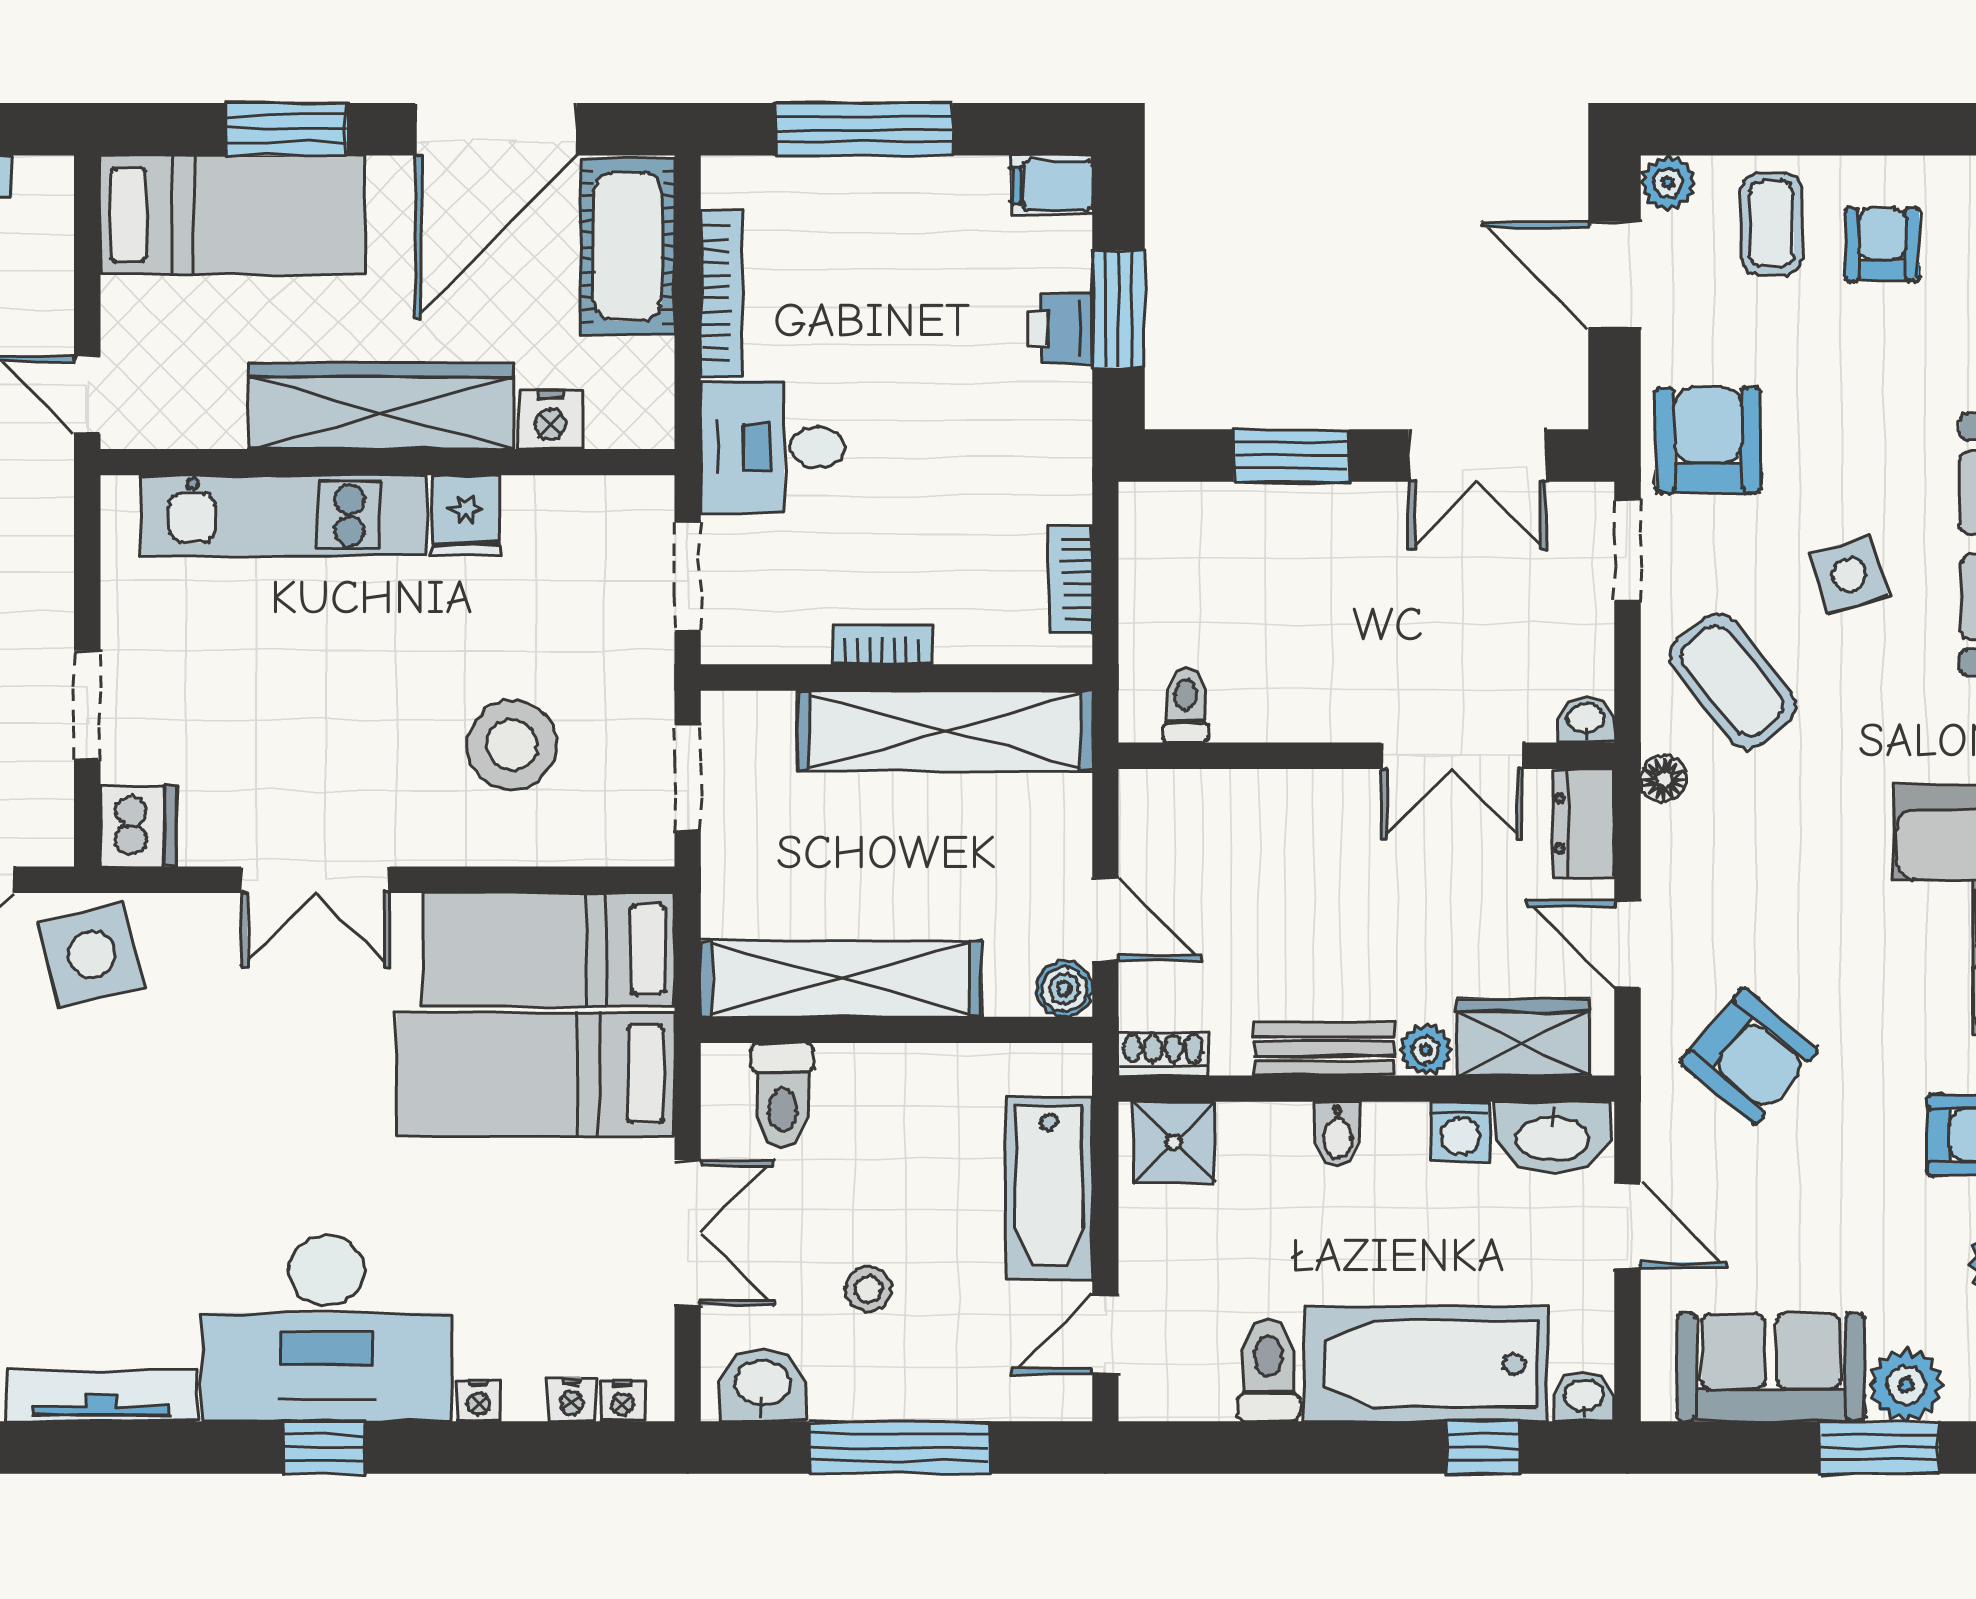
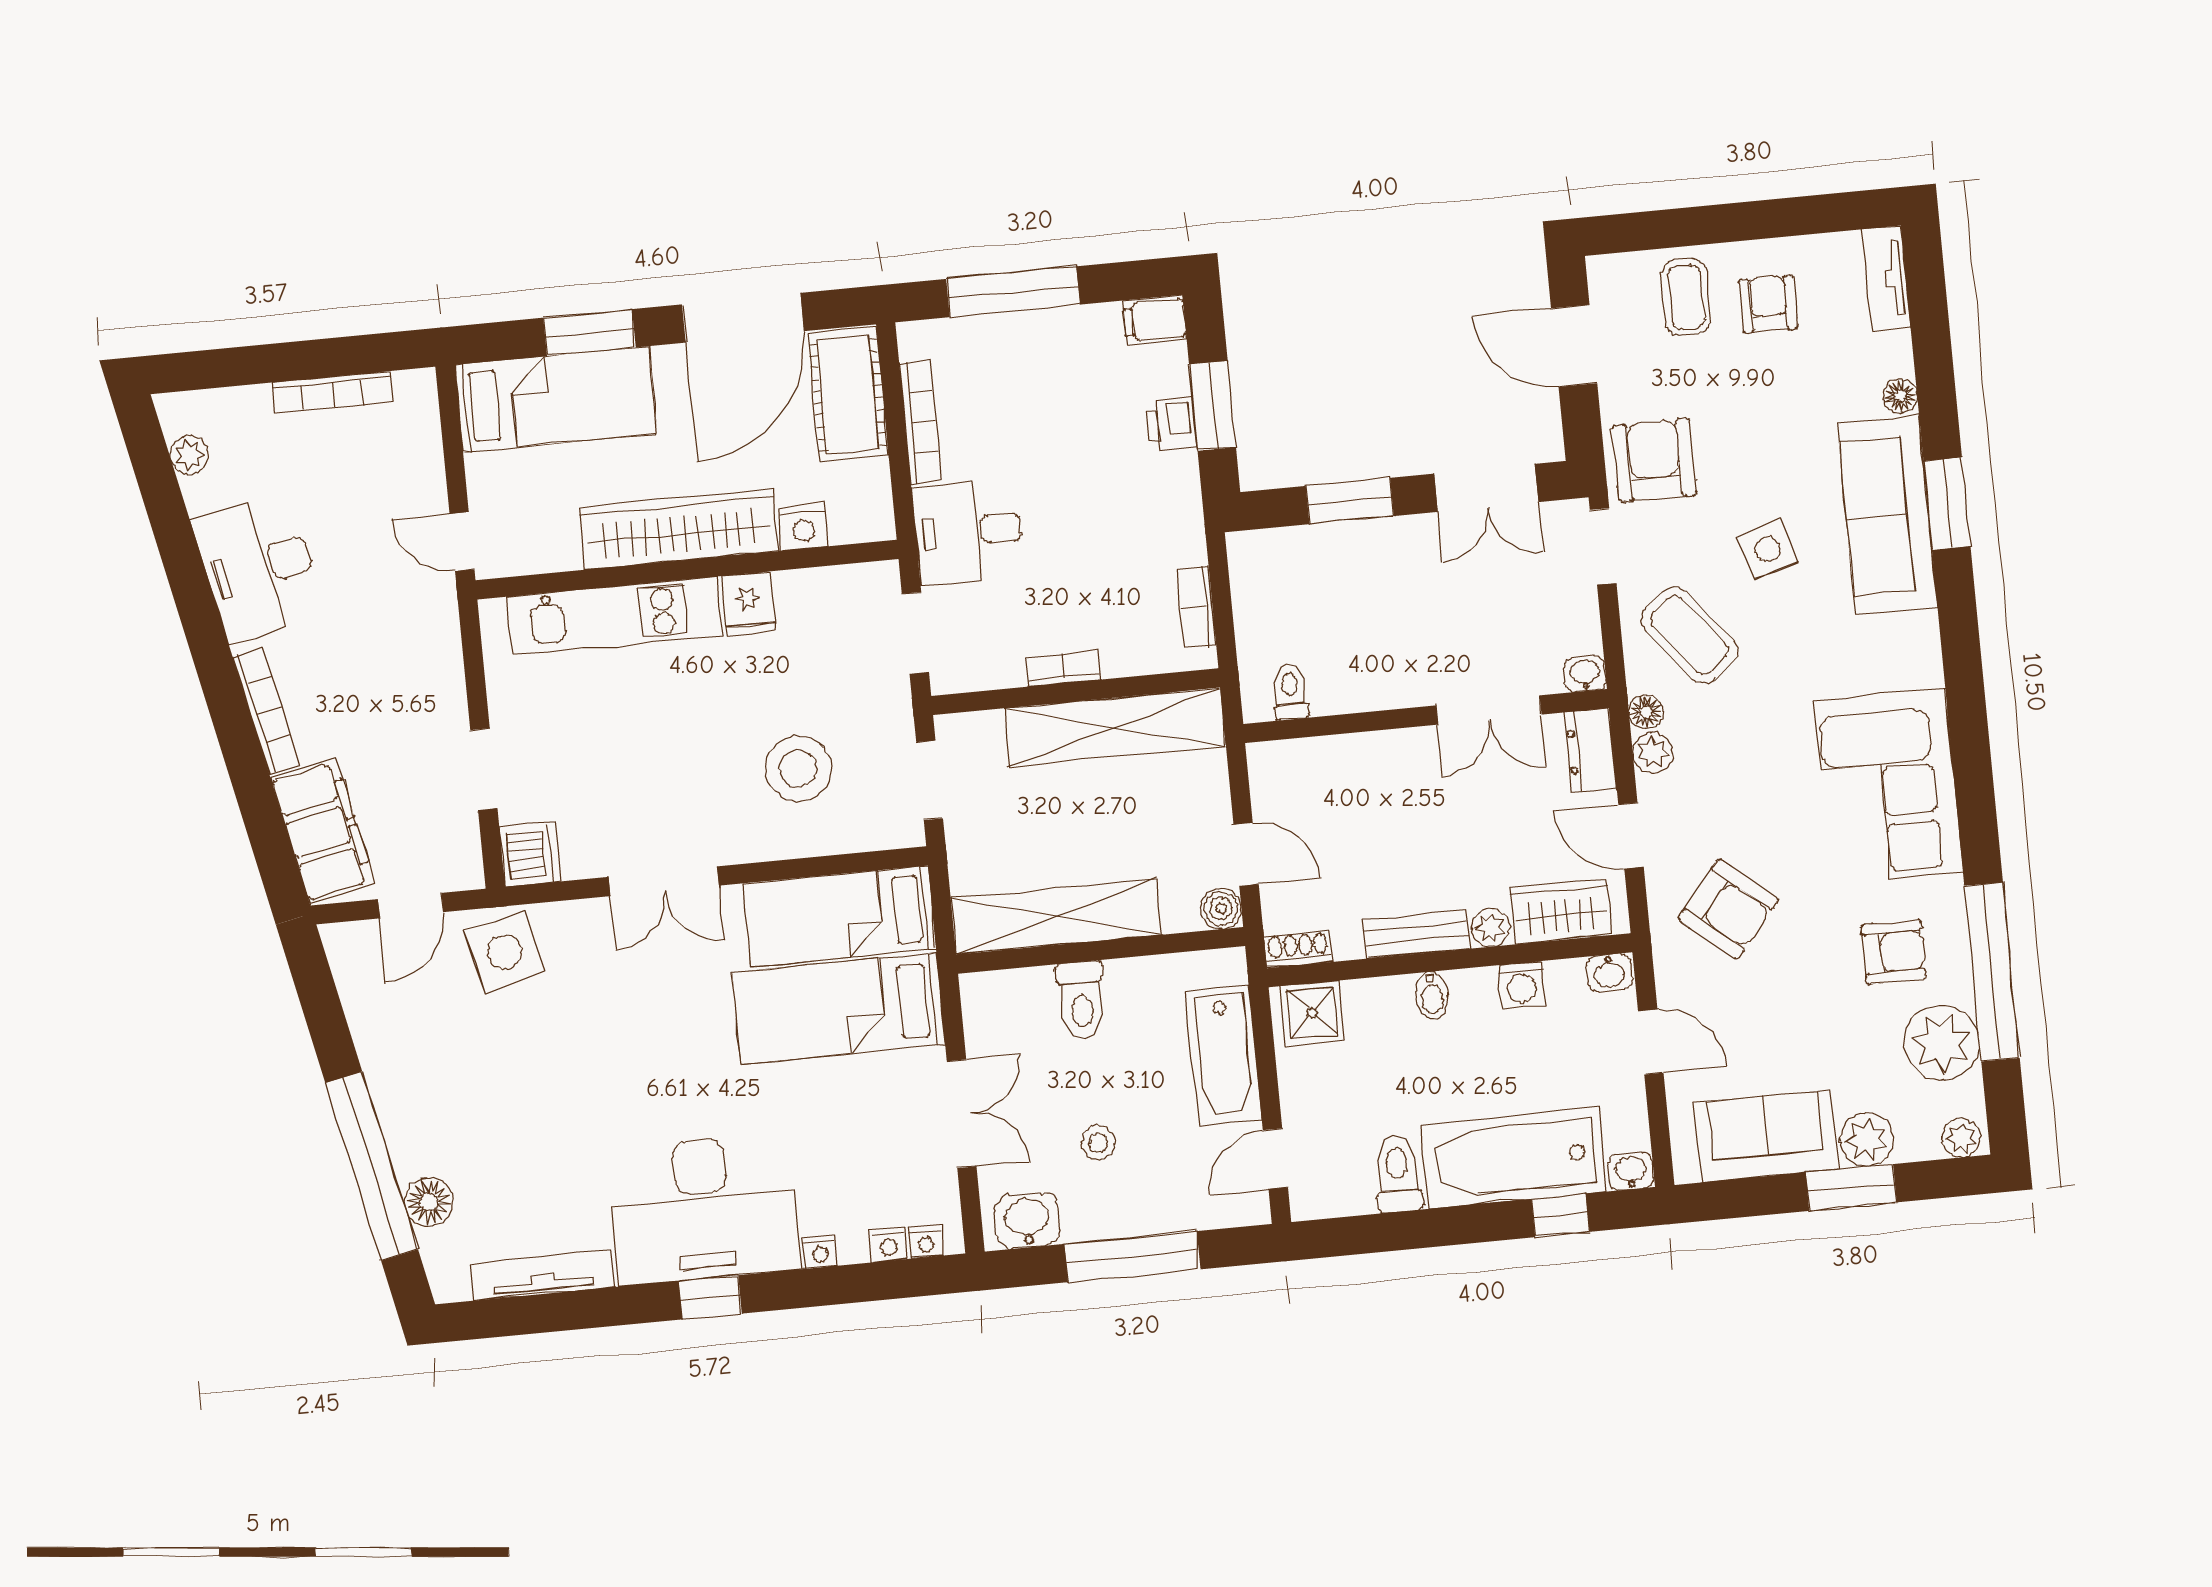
plant: (1668, 183) -> (1653, 753), moved
toilet: (782, 1095) -> (1081, 1000), moved
washbasin: (1553, 1137) -> (1609, 973), width x0.52, depth x0.69

